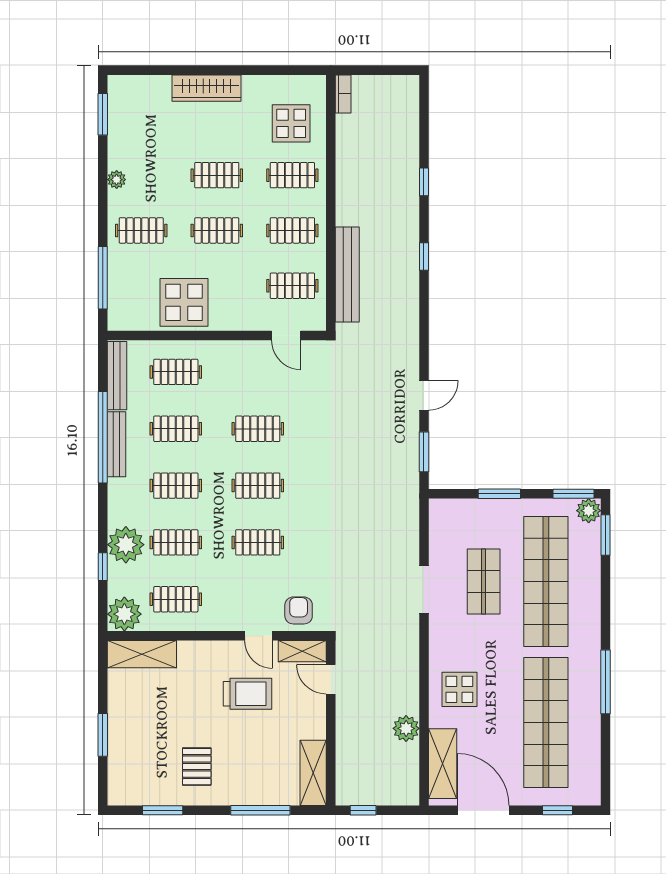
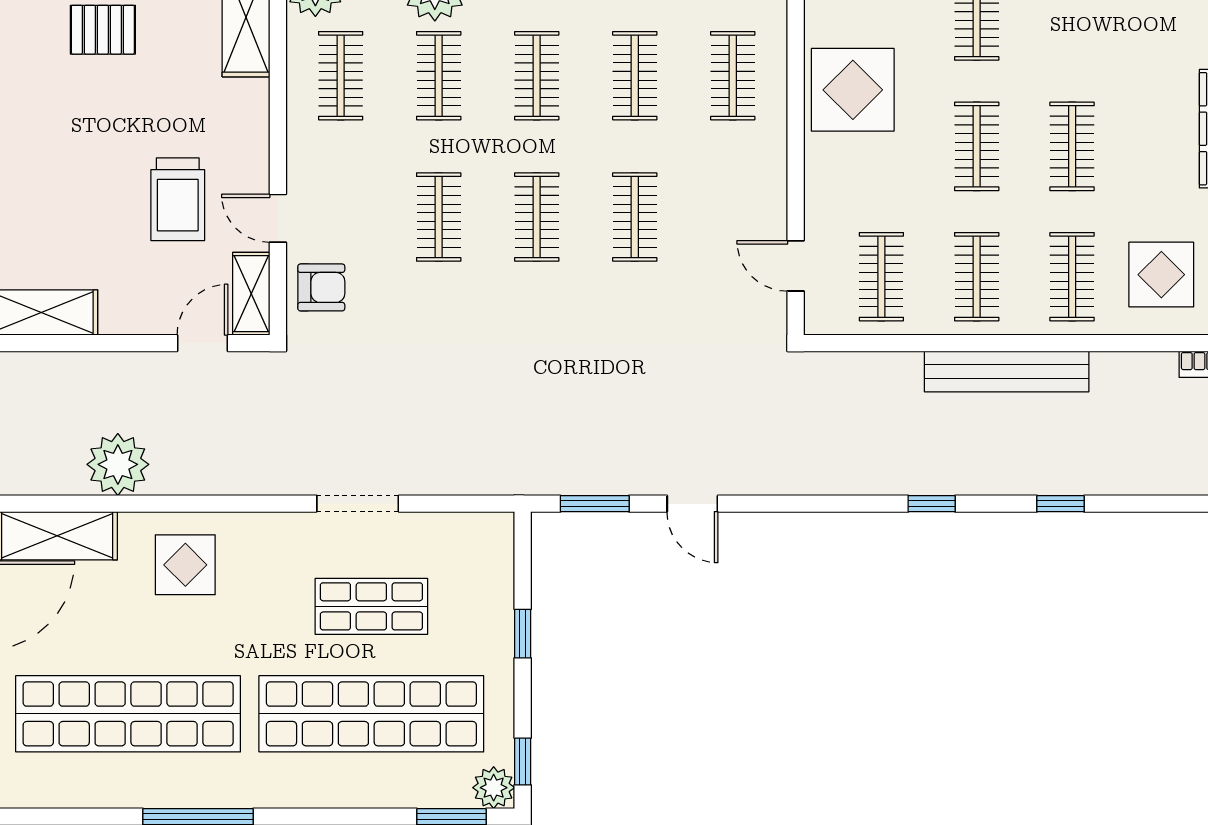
bench: (347, 274) -> (1007, 371), moved
door: (286, 335) -> (796, 266), hinge flipped
window: (499, 494) -> (523, 634), width x0.67
window: (574, 494) -> (523, 762), width x0.67
door: (258, 636) -> (278, 218), hinge flipped
plant: (406, 728) -> (118, 464), width x1.36, depth x1.36
pallet: (197, 767) -> (103, 30), moved

